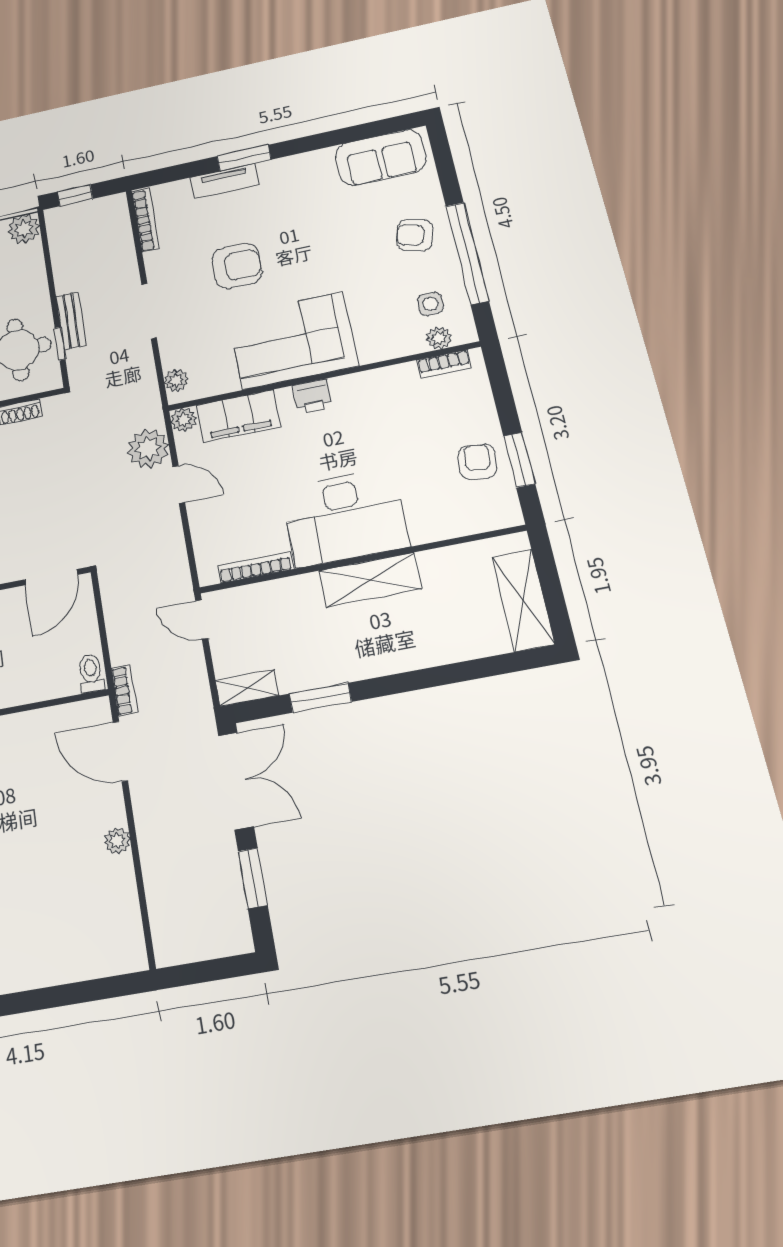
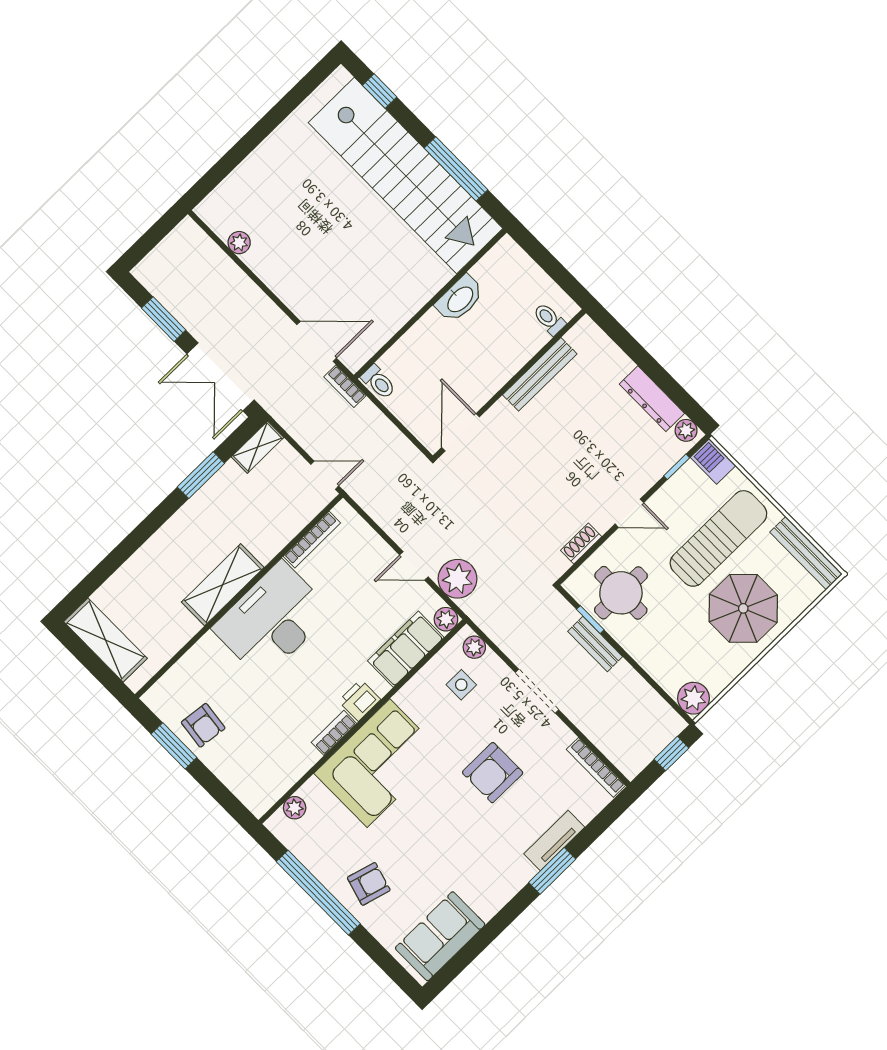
side table: (430, 304) -> (461, 685), moved
corner sofa: (293, 341) -> (378, 763), moved
bookcase: (444, 364) -> (334, 733), moved
plant: (117, 841) -> (239, 243), moved

